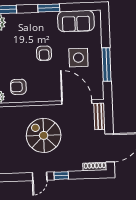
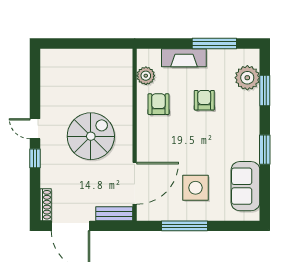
armchair: (44, 53) -> (204, 100), moved, turned 90

